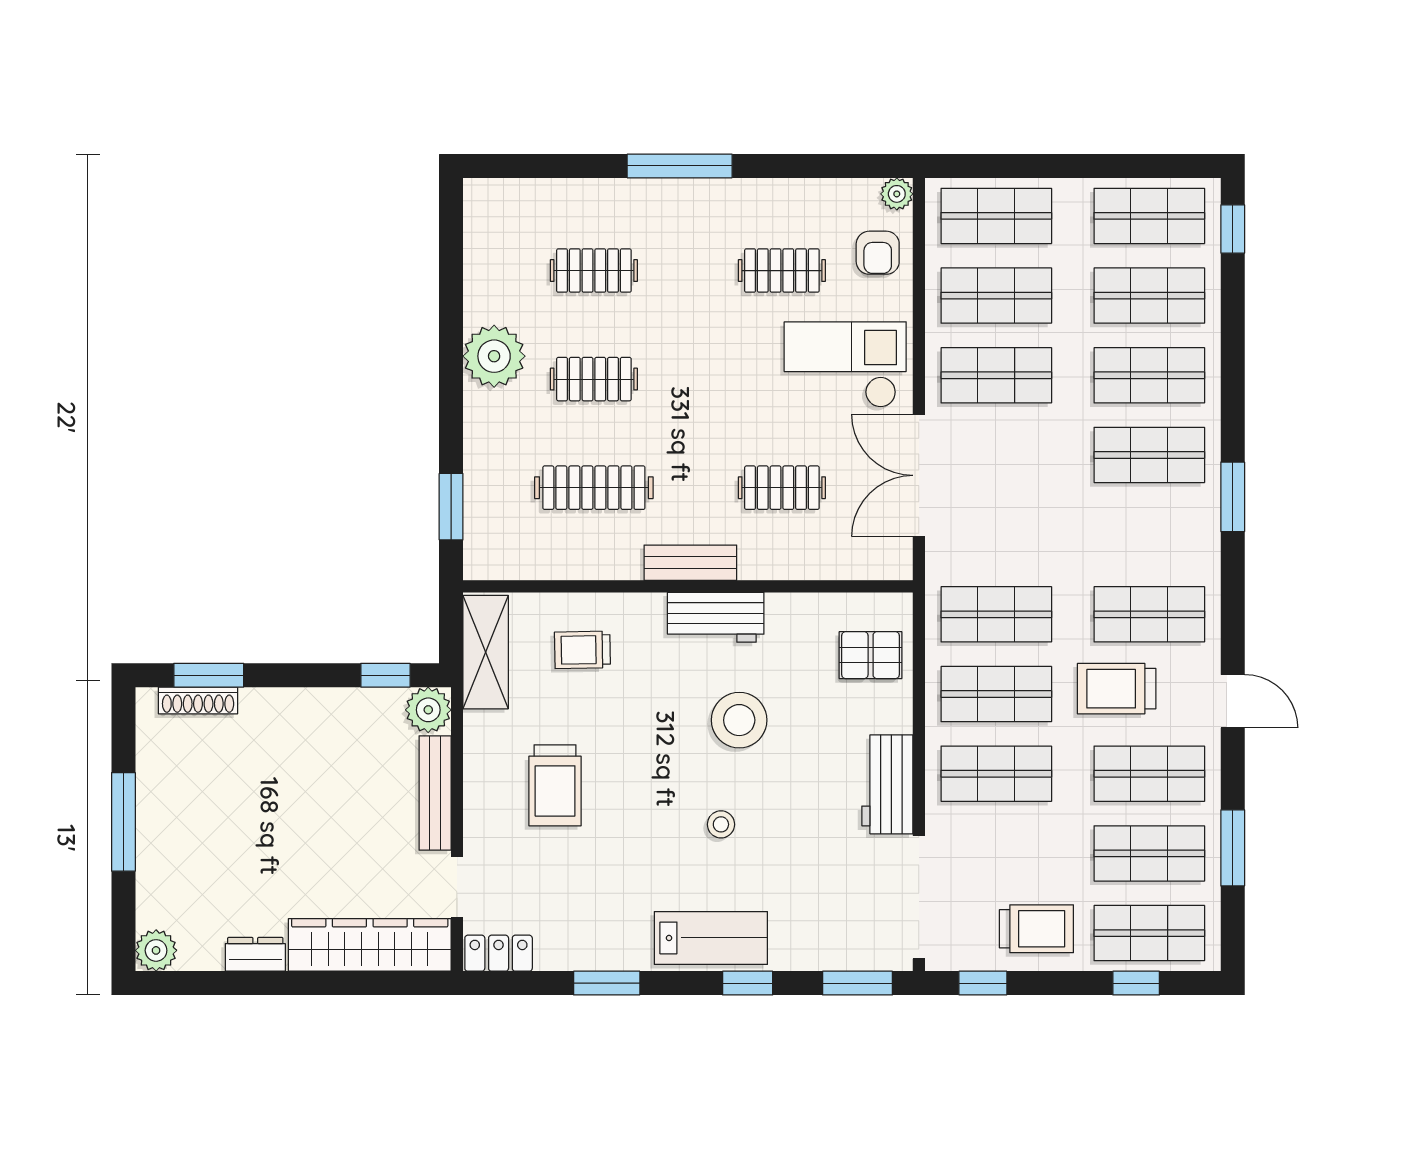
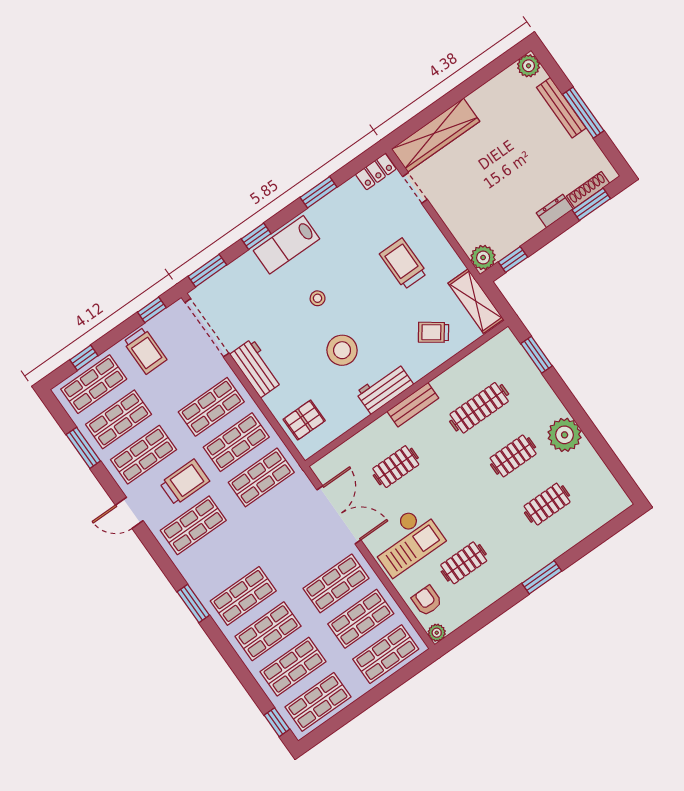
window: (680, 166) -> (542, 577), width x0.69
trolley: (582, 650) -> (433, 332), turned -143
bench: (435, 793) -> (561, 108), moved
trolley: (1036, 929) -> (145, 351), turned -90
dresser: (255, 954) -> (555, 211), moved, turned 180

